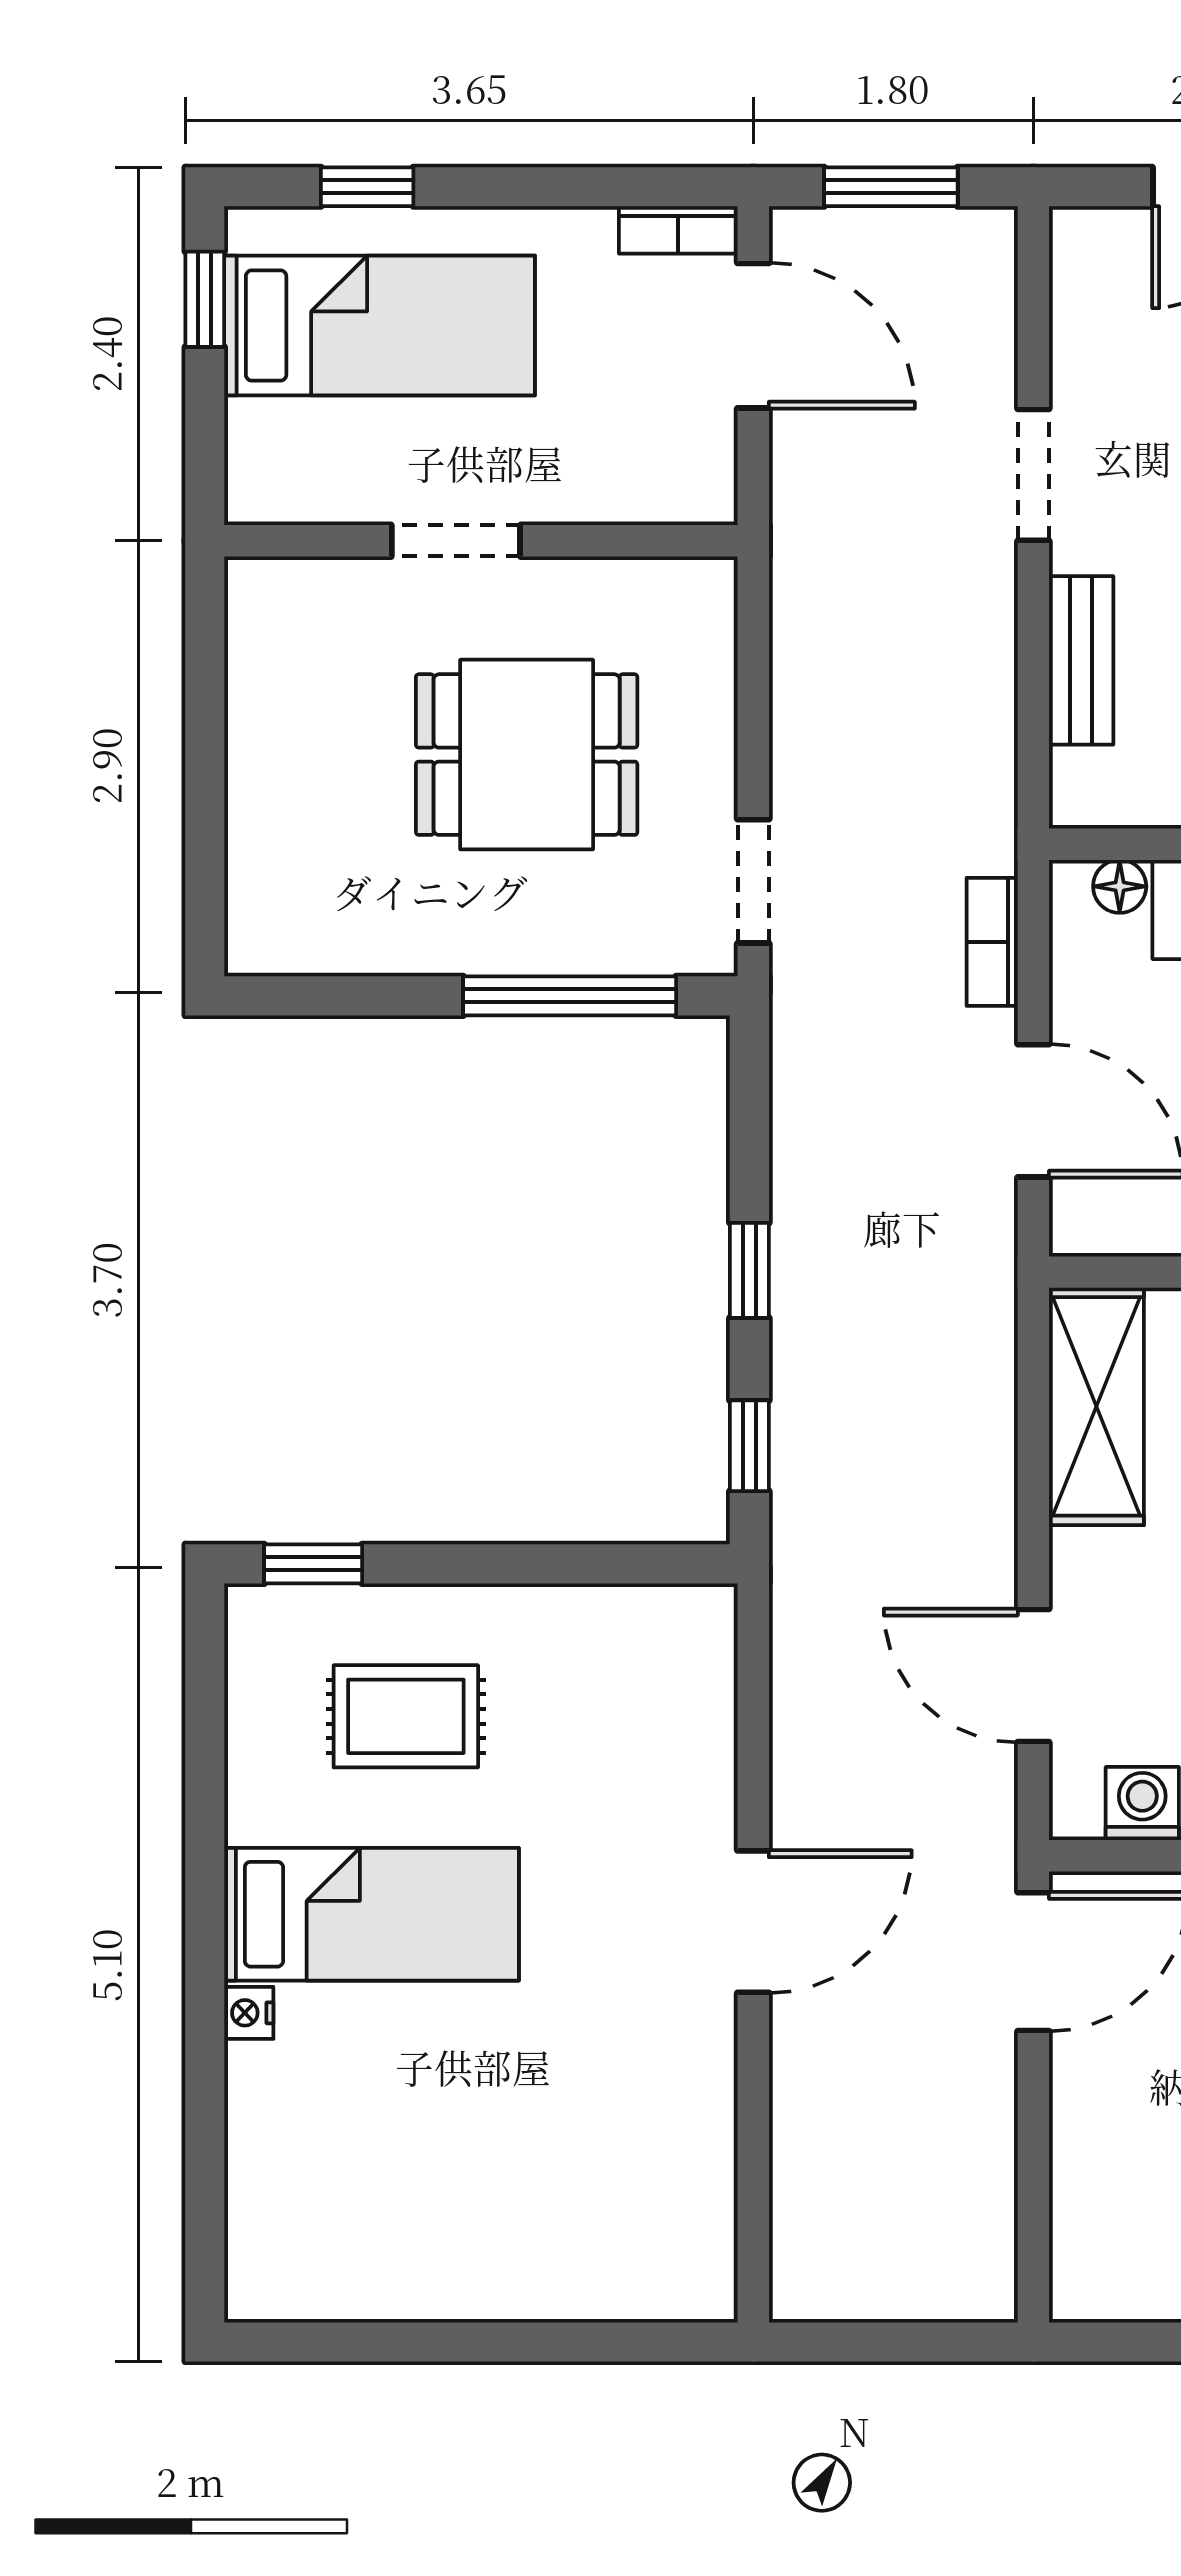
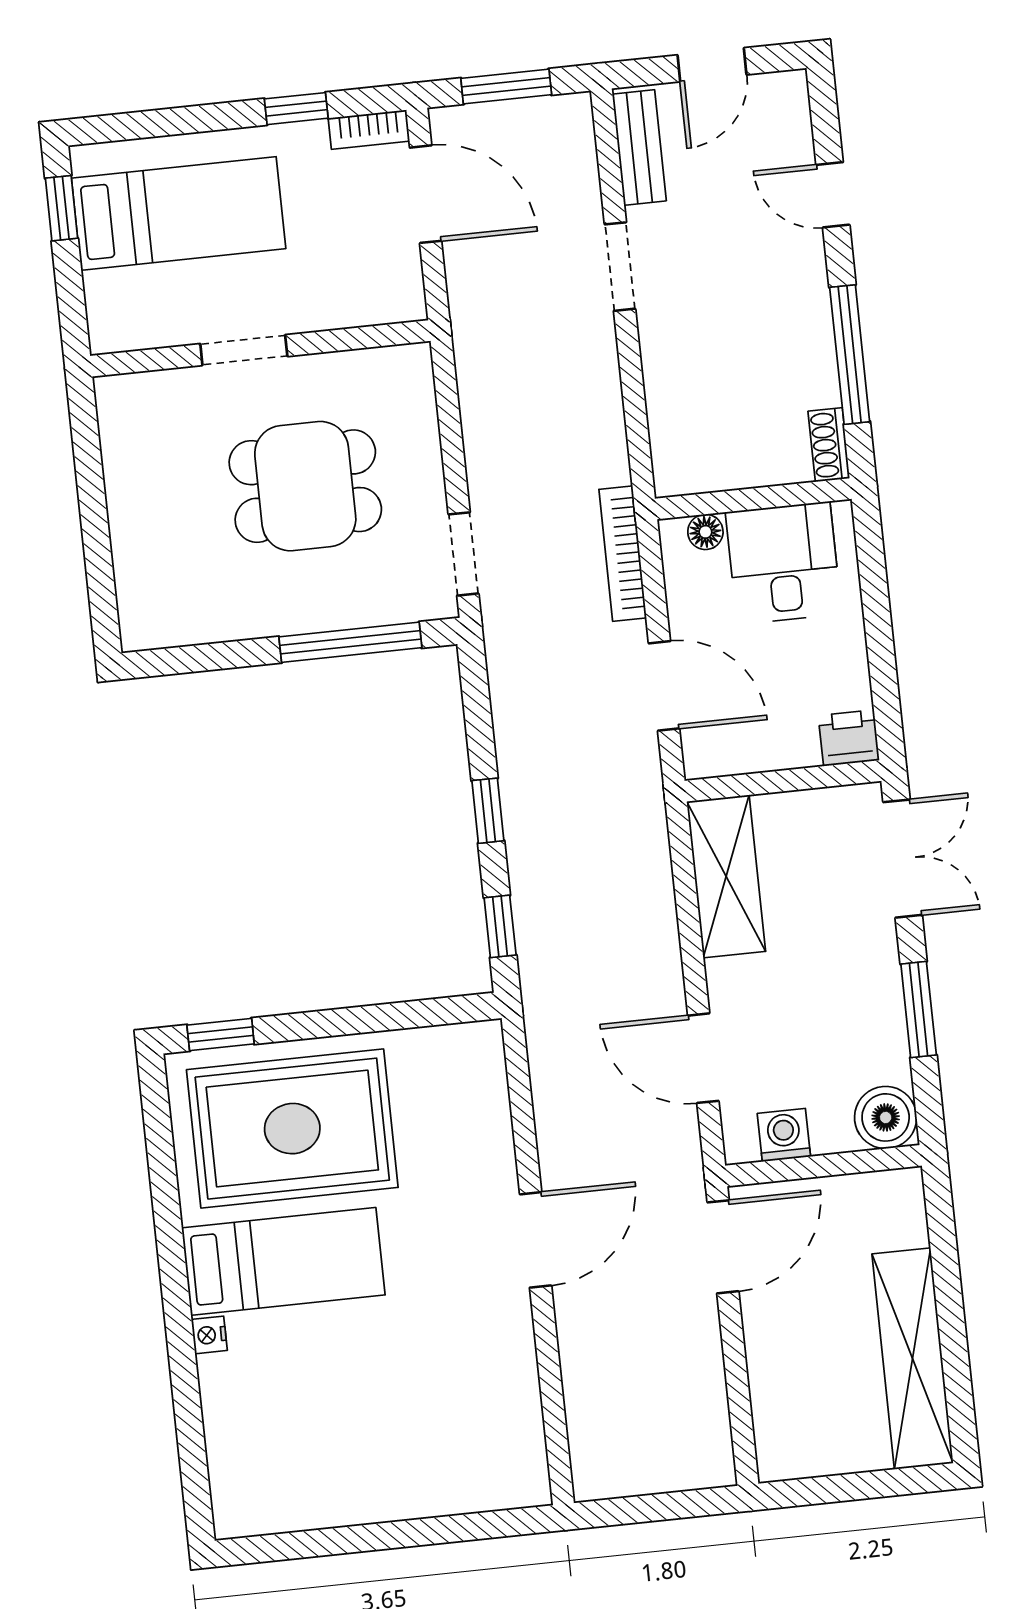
window: (367, 187) -> (296, 109), moved
bench: (1081, 660) -> (639, 147), moved
bookcase: (992, 942) -> (623, 554), width x1.56
rug: (406, 1716) -> (292, 1129), width x1.86, depth x2.06

